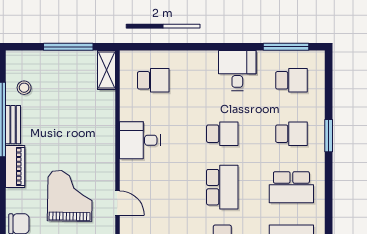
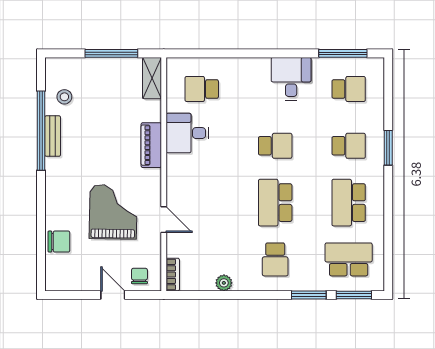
school desk: (153, 80) -> (202, 89), turned 180
desk: (140, 140) -> (187, 133), moved
piano: (15, 166) -> (151, 145), moved, turned 180
school desk: (222, 187) -> (275, 203), turned 180
school desk: (291, 187) -> (349, 203), turned 90

